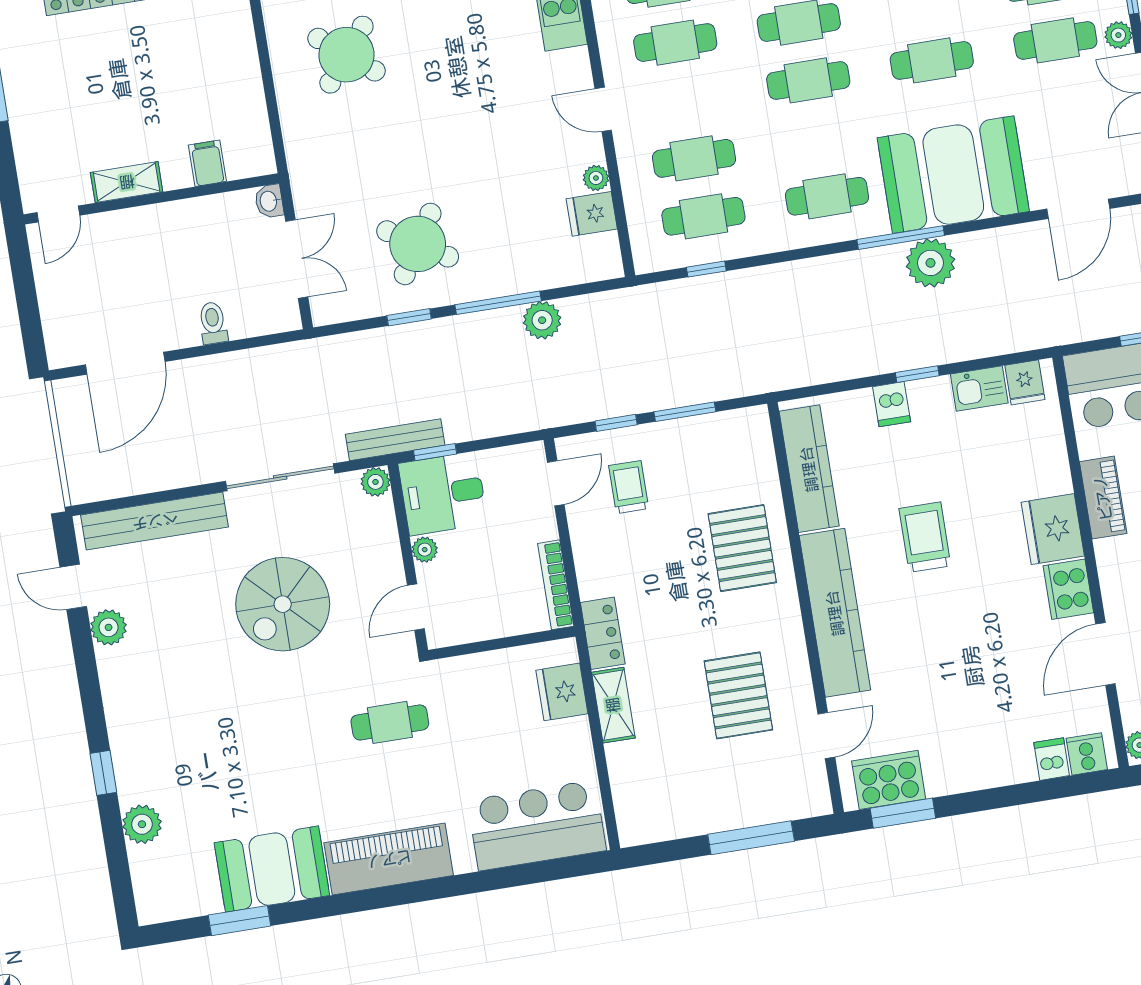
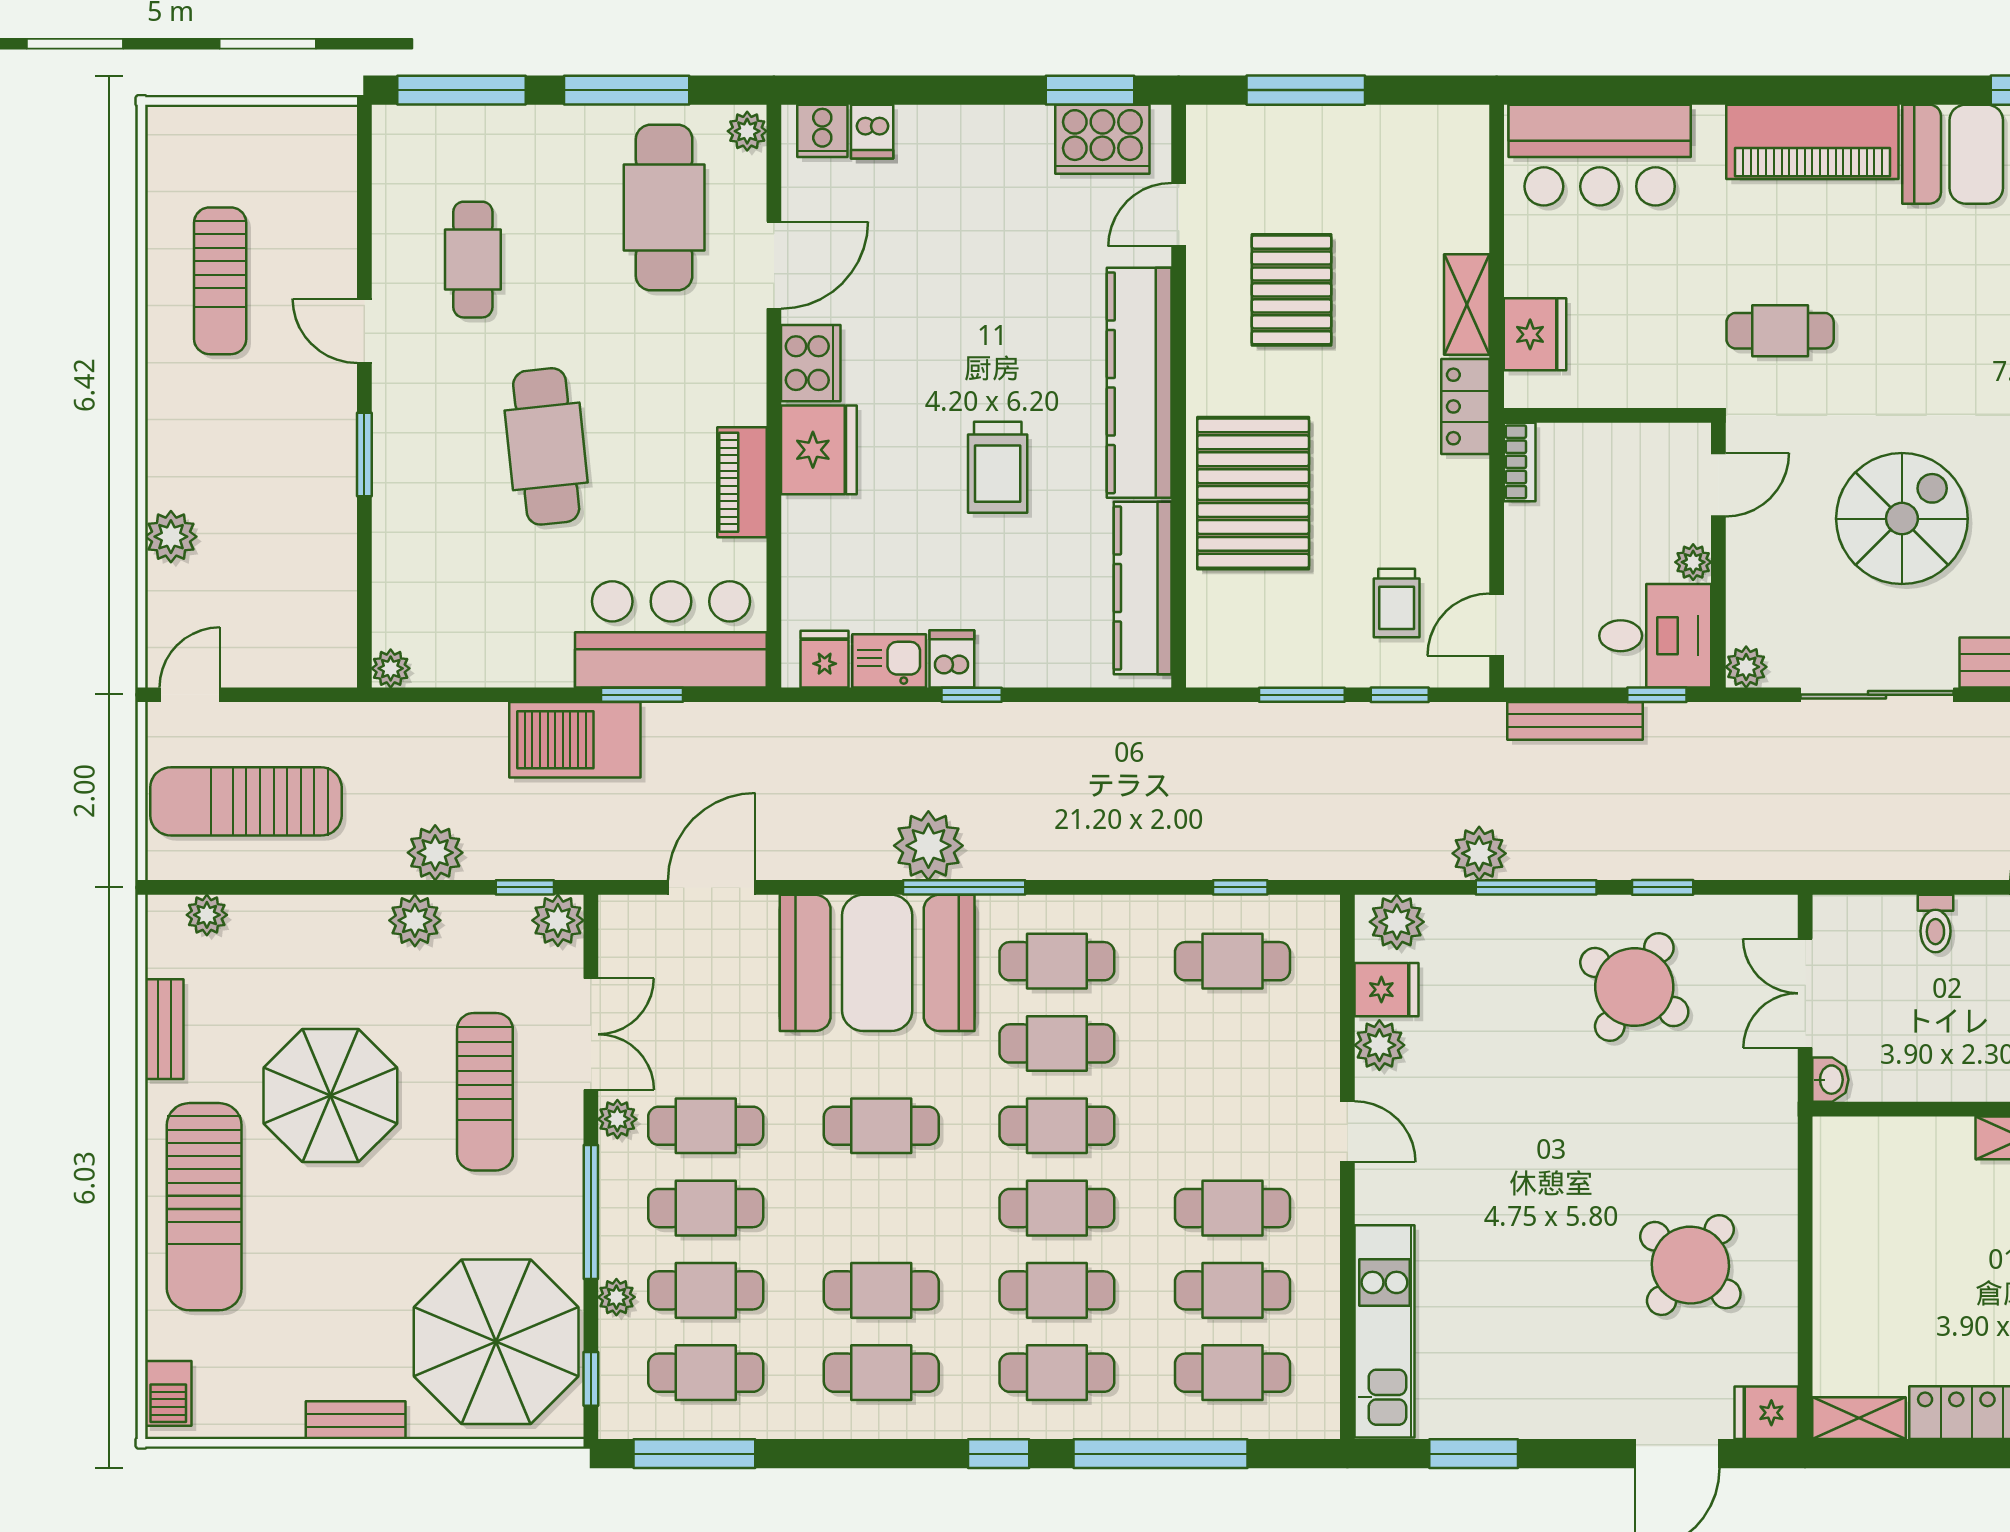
cafe table: (694, 158) -> (1057, 1043), moved
filing cabinet: (207, 163) -> (1907, 1146), removed
plant: (596, 178) -> (1379, 1045), width x1.38, depth x1.38
plant: (592, 263) -> (1397, 922), added
dishwasher: (892, 404) -> (952, 659), moved
bench: (395, 440) -> (1575, 721), moved
pallet: (742, 548) -> (1253, 493), width x1.37, depth x1.41
bookcase: (556, 585) -> (1520, 462), width x0.64

